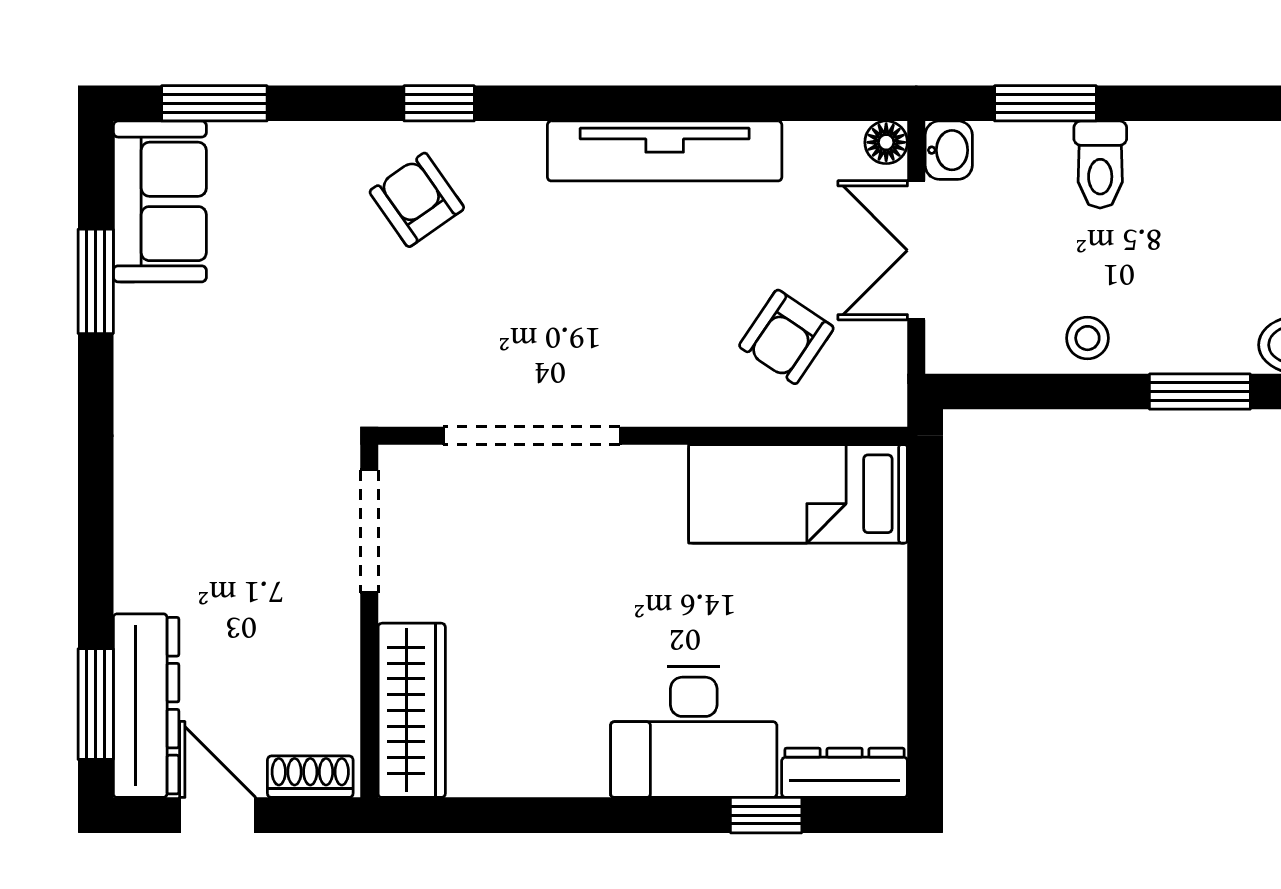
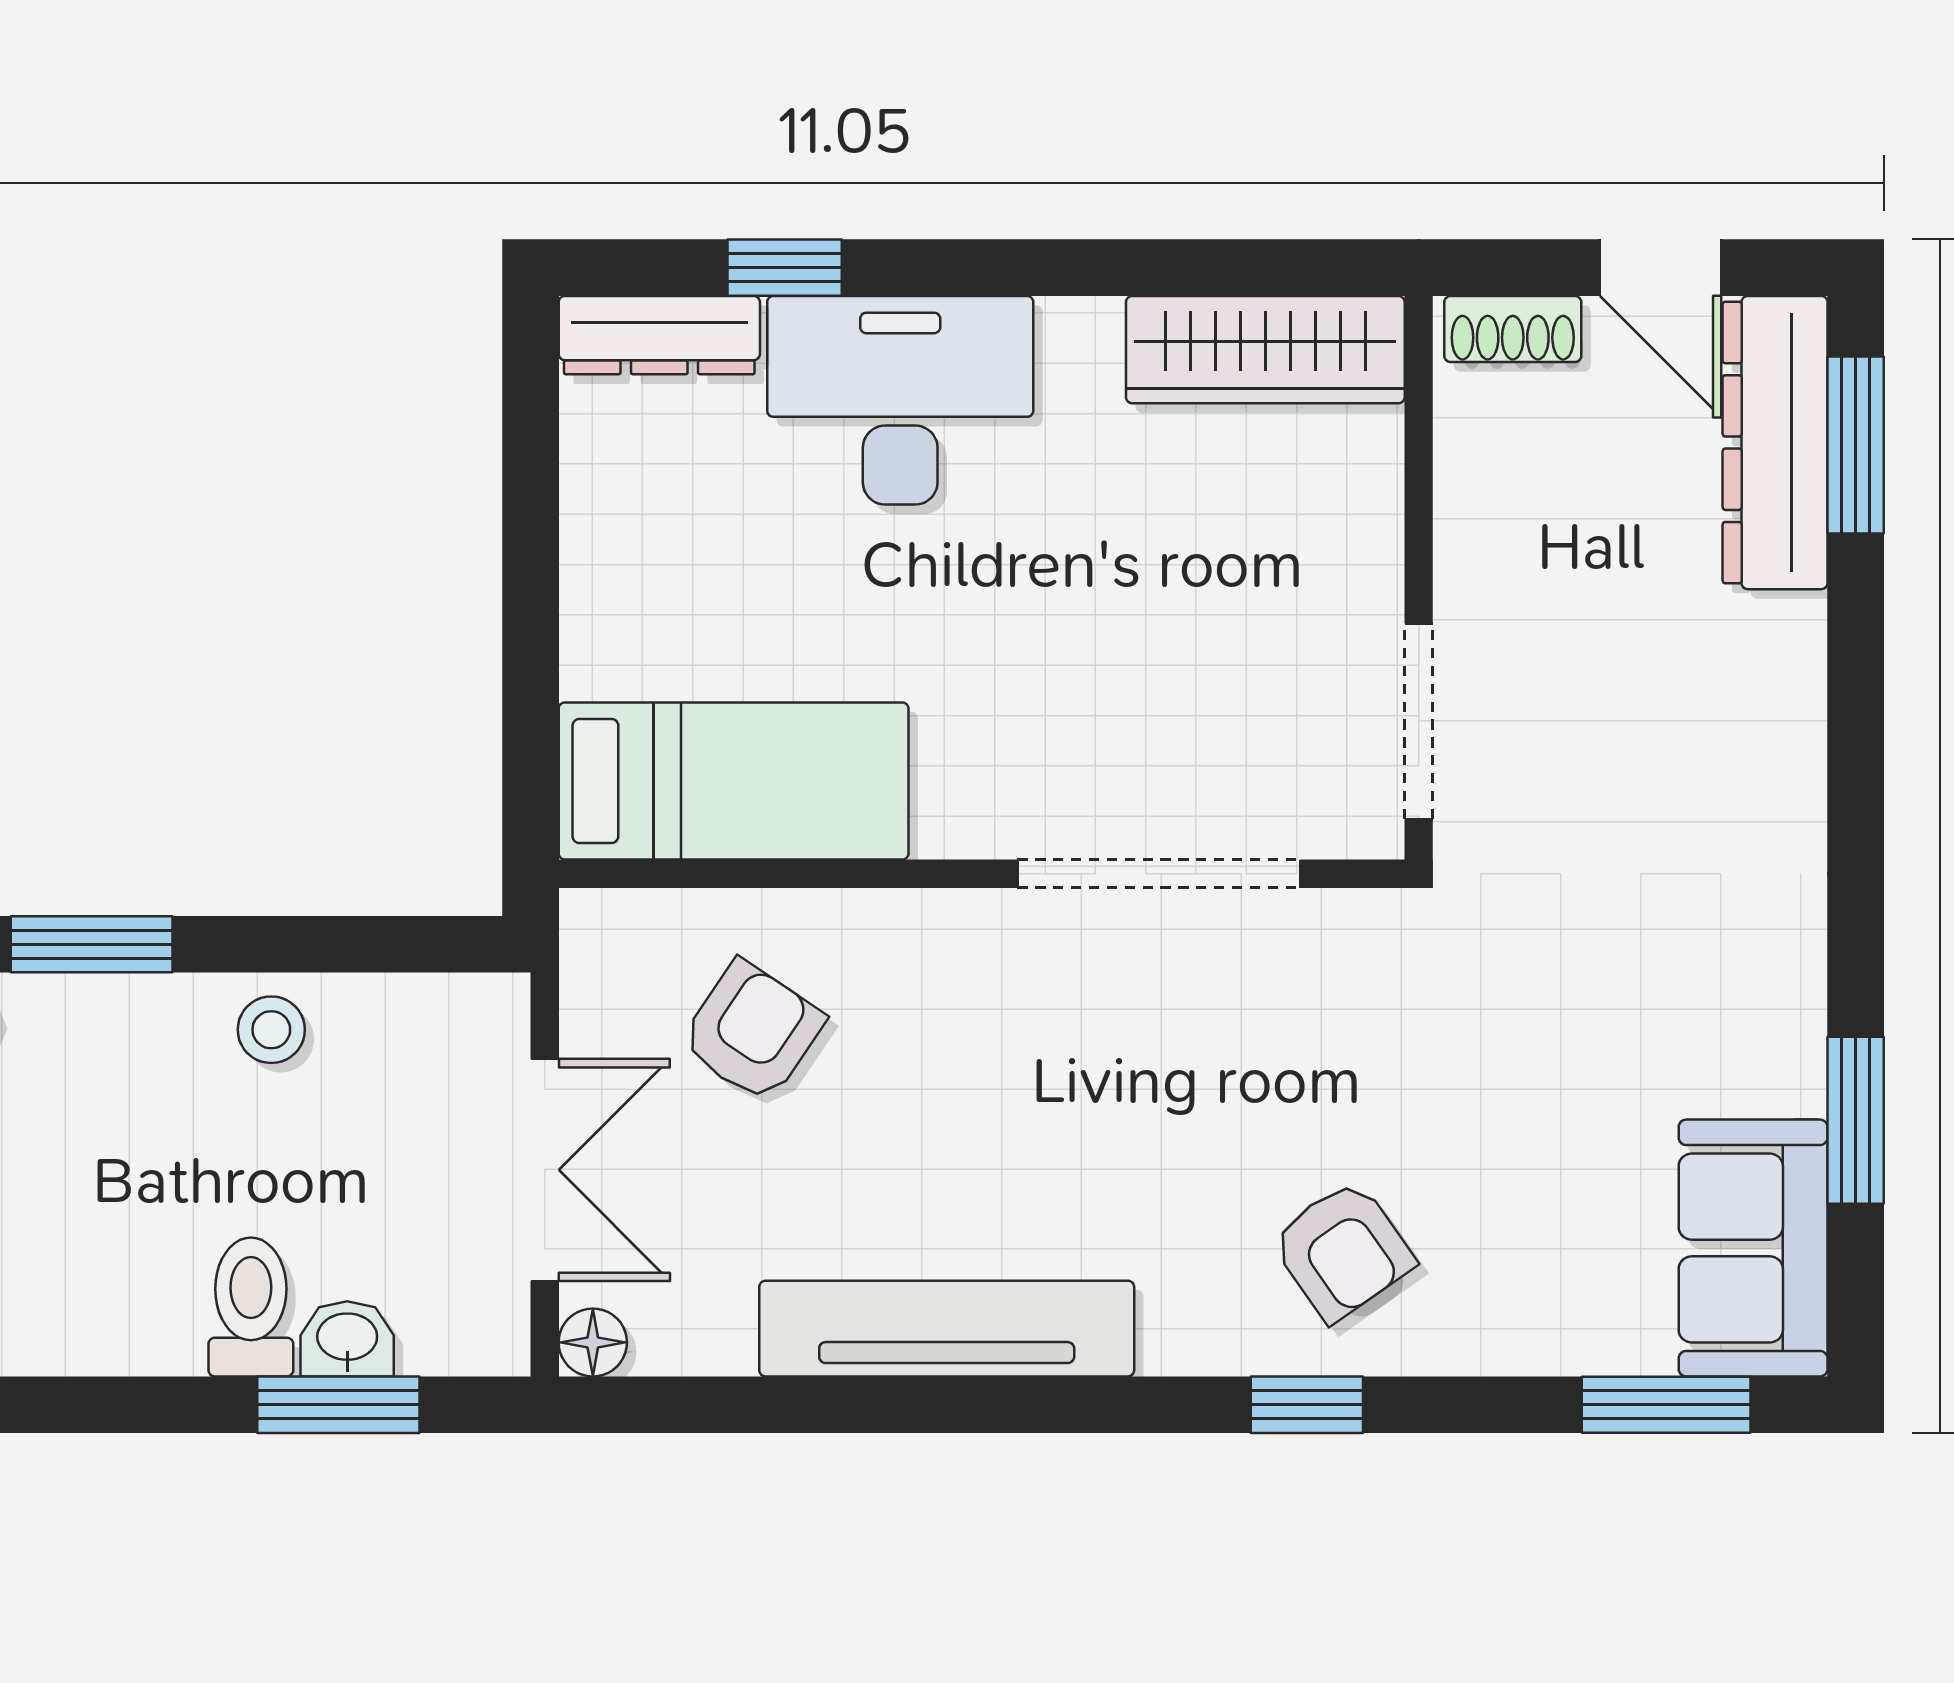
washbasin: (949, 150) -> (347, 1339), moved, turned 90
wardrobe: (412, 710) -> (1265, 350), moved, turned -90

